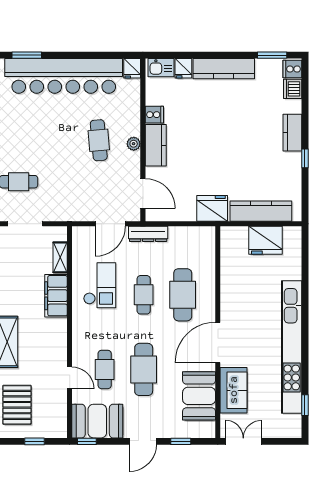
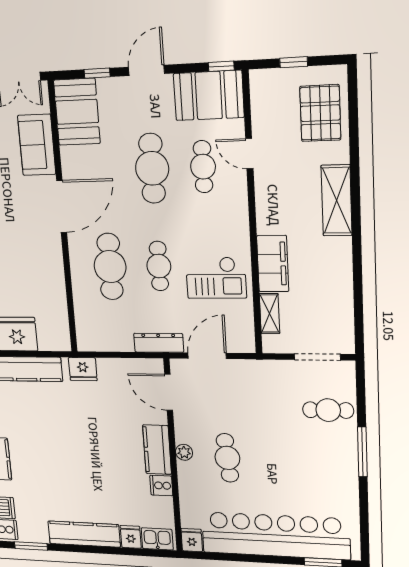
fridge: (212, 208) -> (83, 369), width x0.73, depth x0.75
checkout: (100, 285) -> (216, 278), turned -90
booth: (199, 396) -> (77, 112), moved

